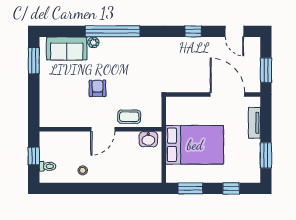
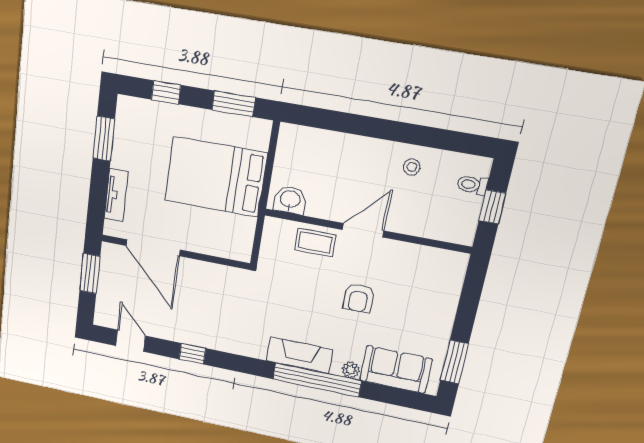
fireplace: (126, 45) -> (299, 355), added

